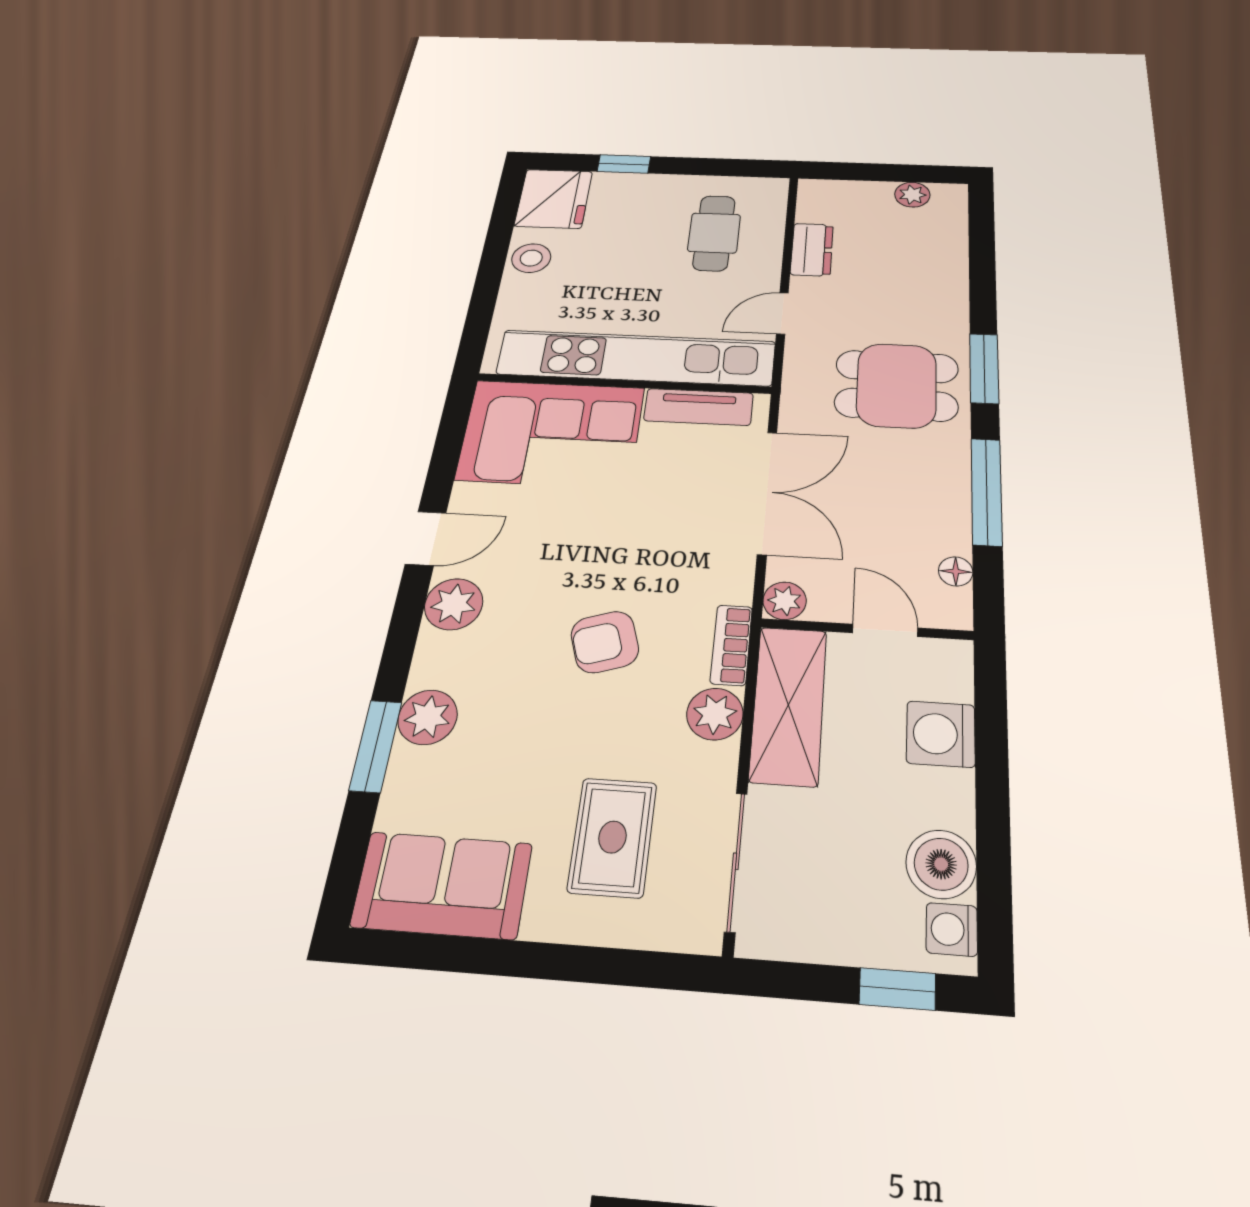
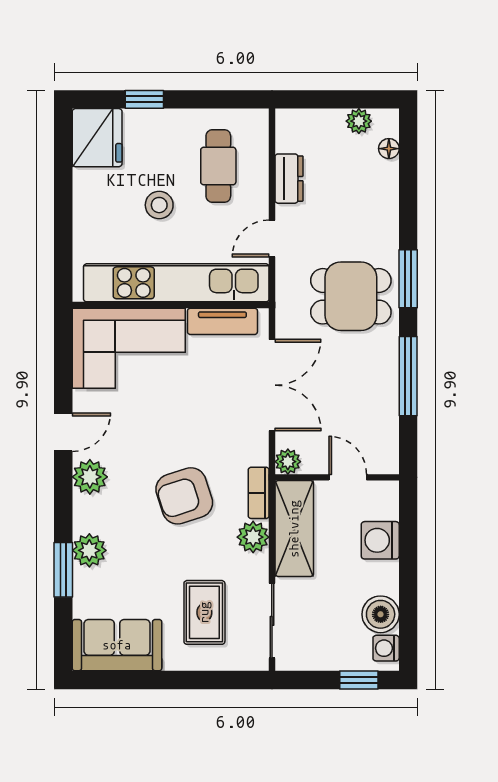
stool: (531, 258) -> (159, 205), moved
floor lamp: (956, 571) -> (389, 149), moved
armchair: (605, 642) -> (184, 496), width x1.38, depth x1.38

